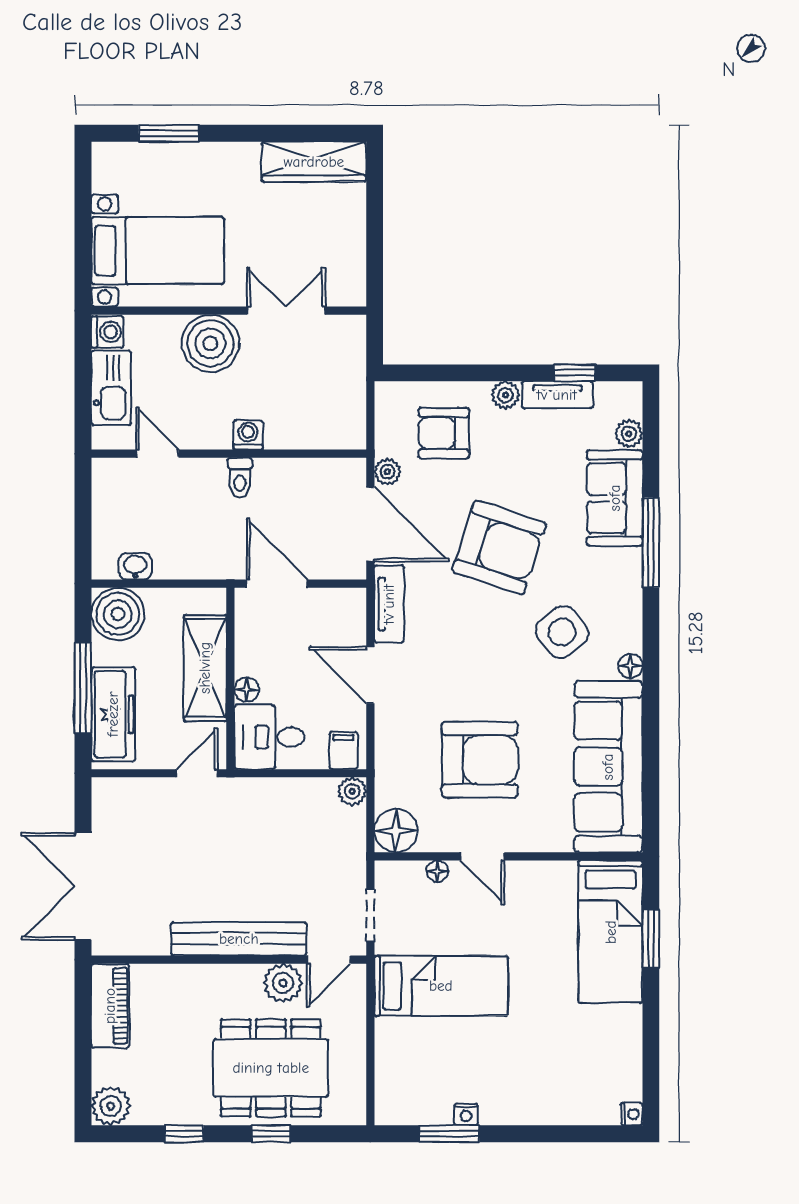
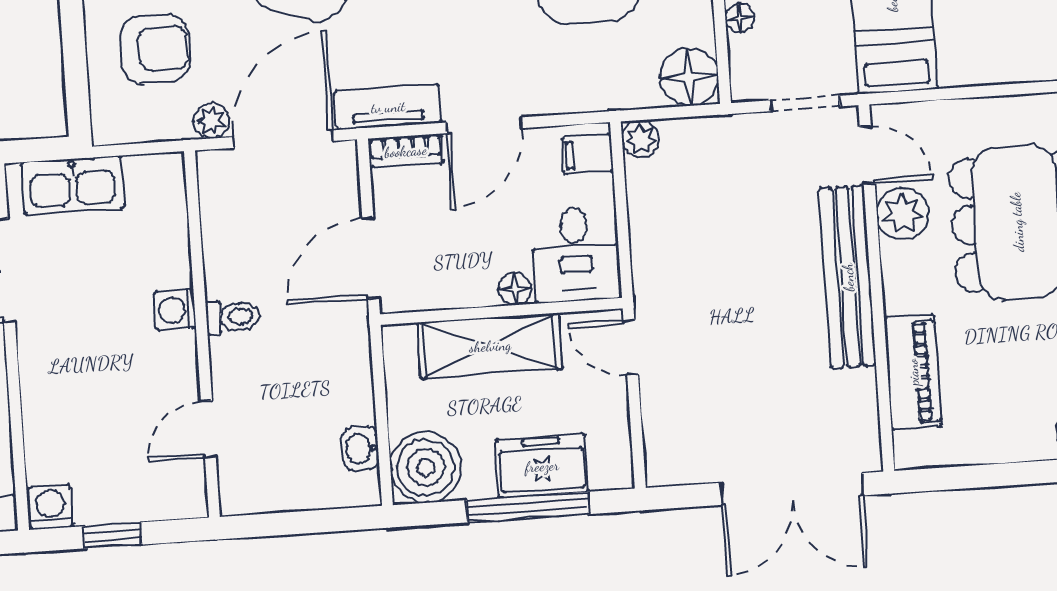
boiler: (210, 343) -> (56, 369), removed
window: (83, 376) -> (112, 535), added
kitchen sink: (111, 388) -> (73, 185), moved, turned 180
armchair: (444, 433) -> (155, 49), turned -90
bookcase: (355, 615) -> (406, 151), added
freezer: (113, 714) -> (542, 466), width x0.71
piano: (110, 1006) -> (913, 372), moved, turned 90

